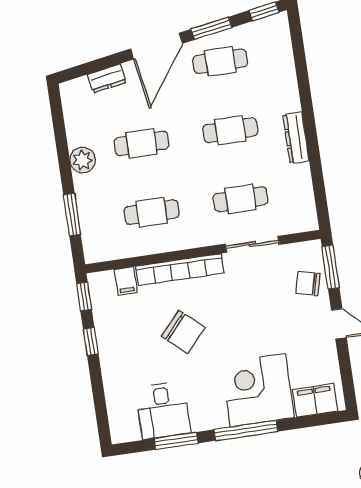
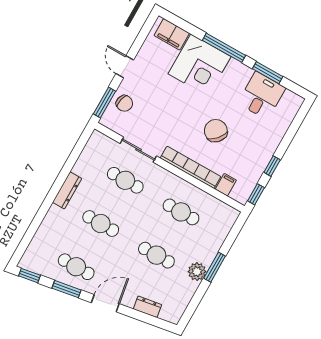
door: (156, 46) -> (105, 303), width x0.73
window: (72, 215) -> (215, 267), moved

